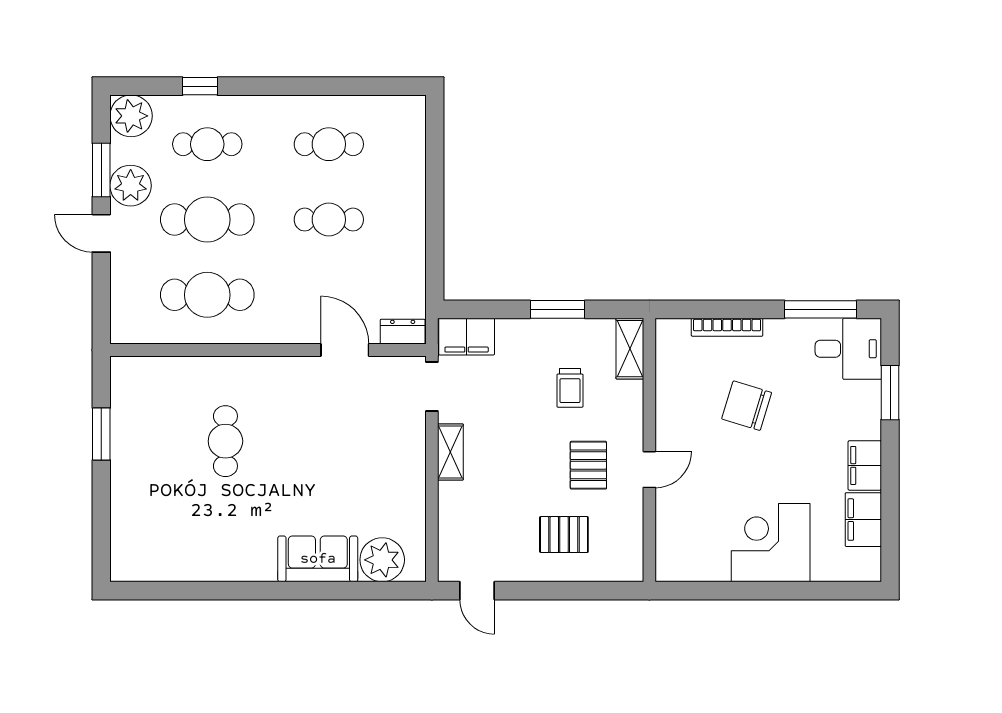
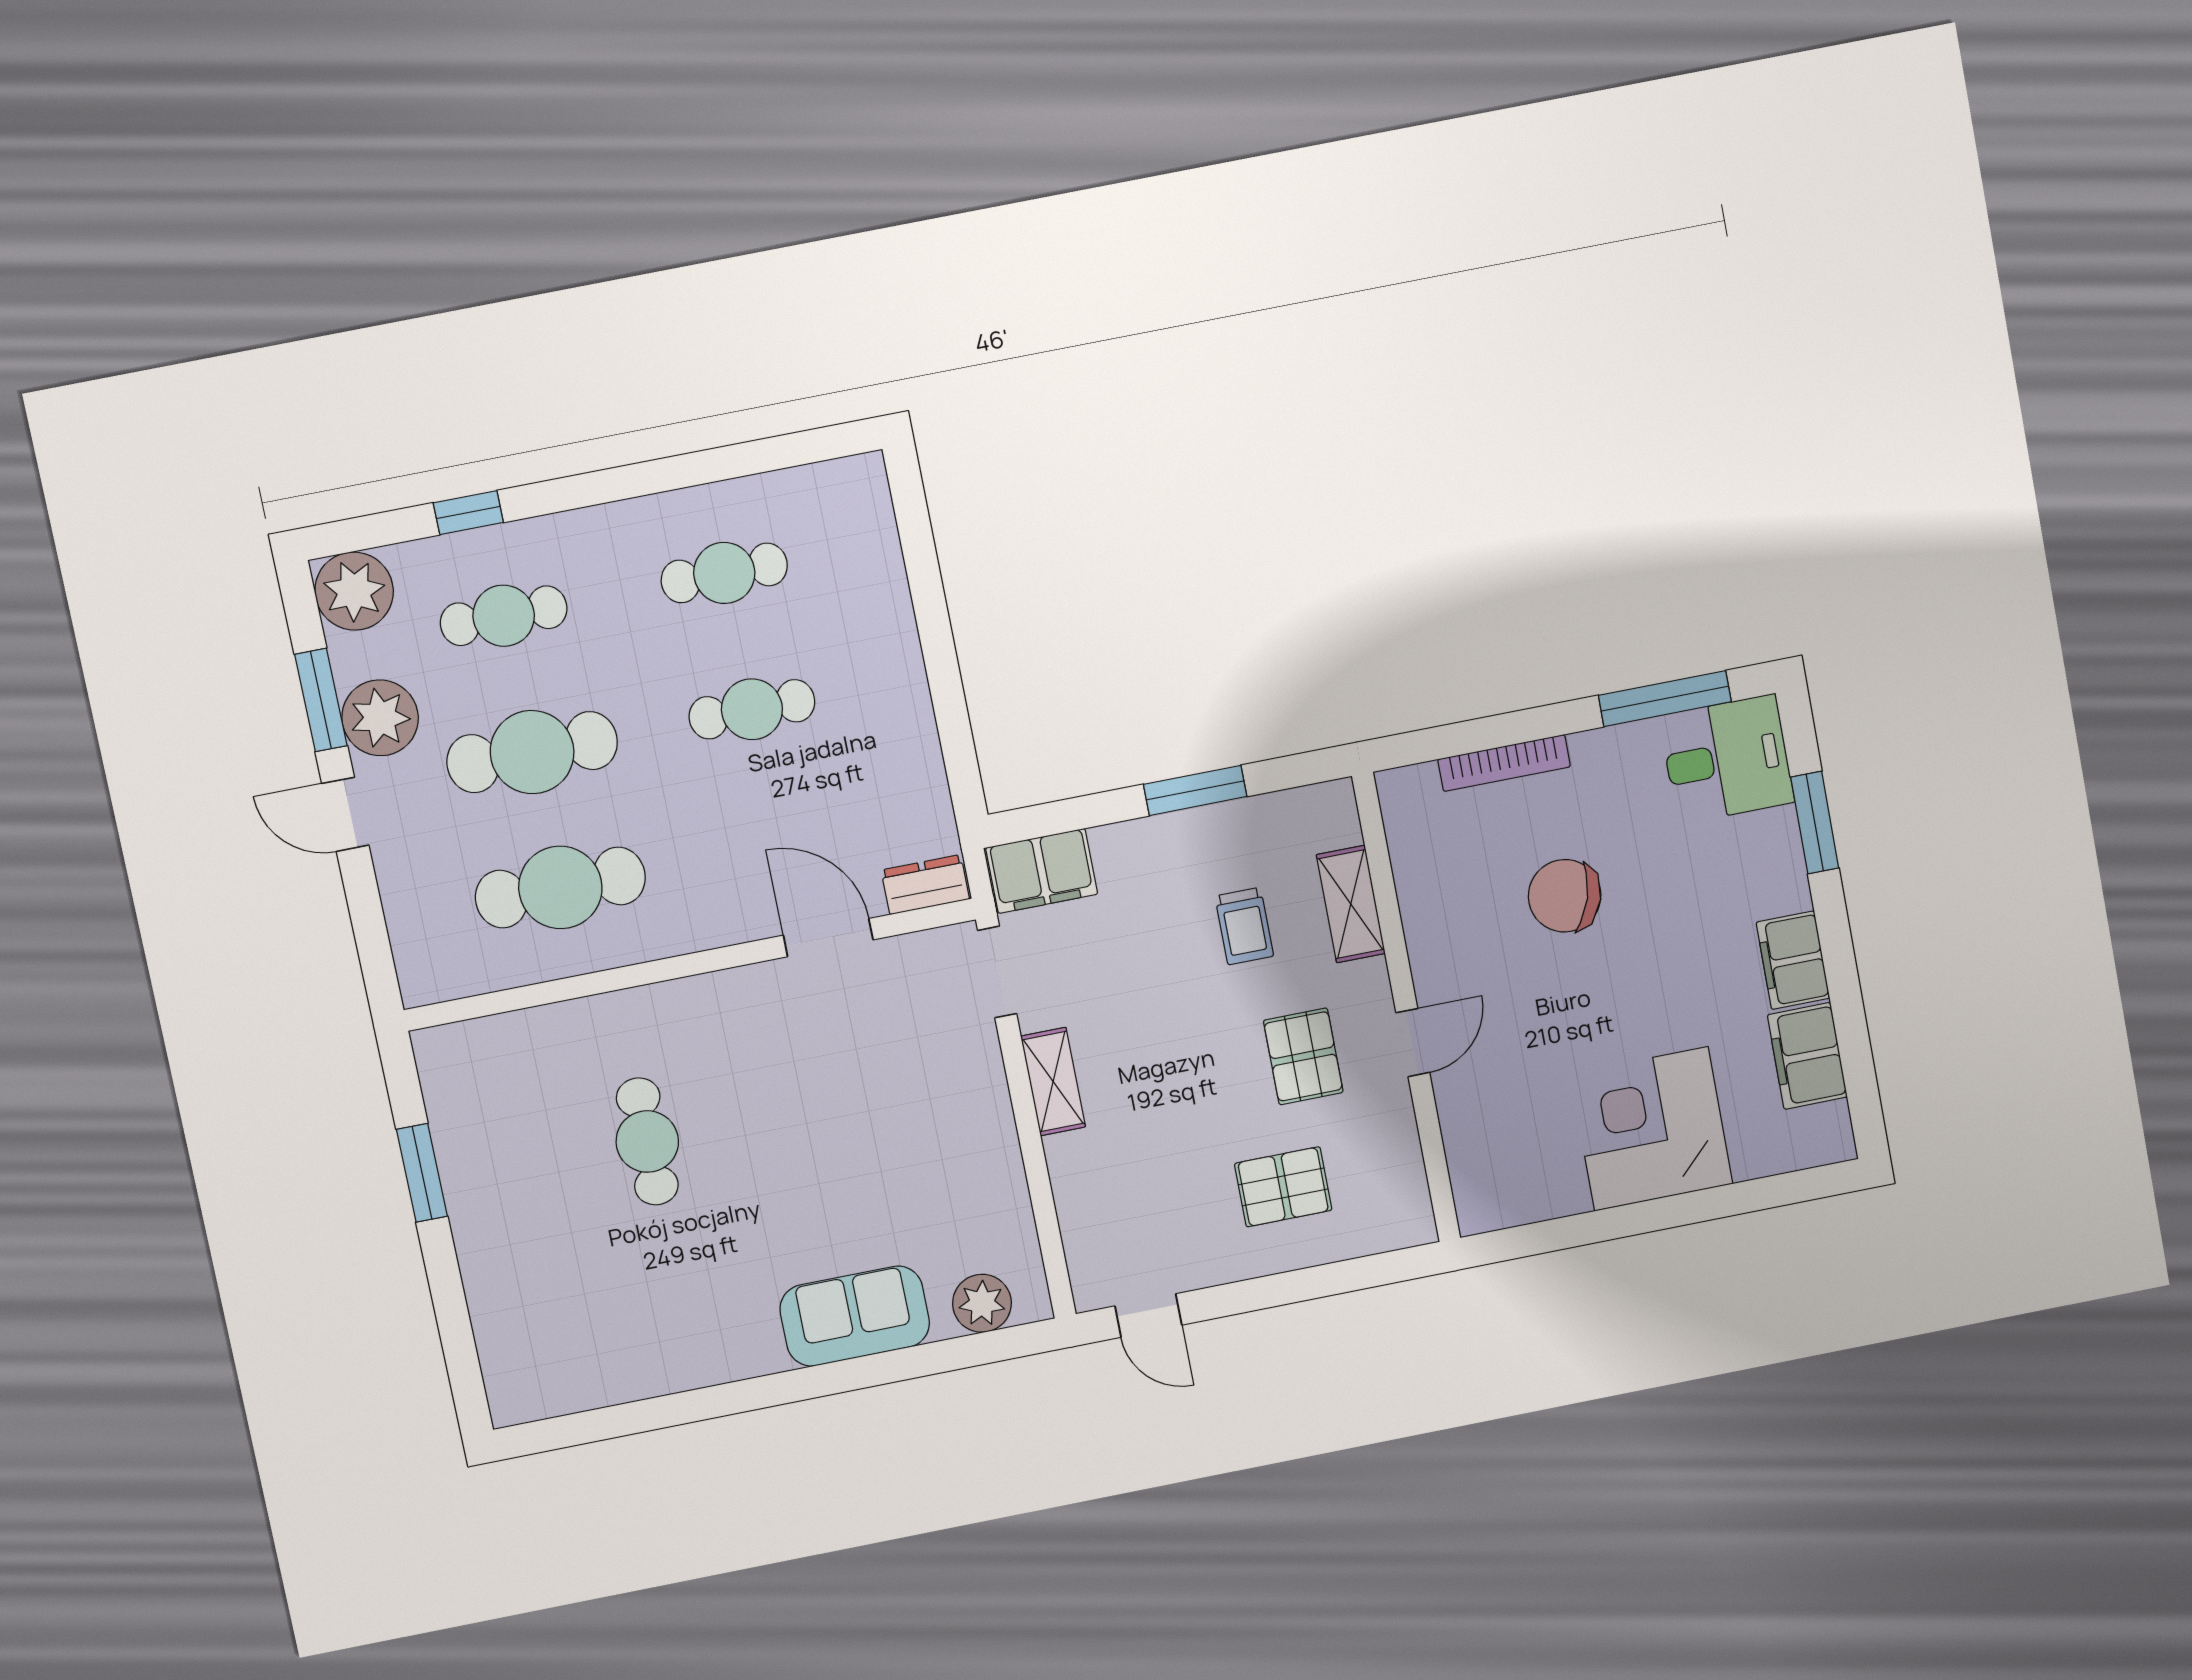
shelving: (630, 349) -> (1351, 904), moved
plant: (382, 560) -> (982, 1303), width x0.73, depth x0.73

